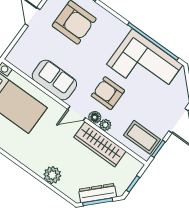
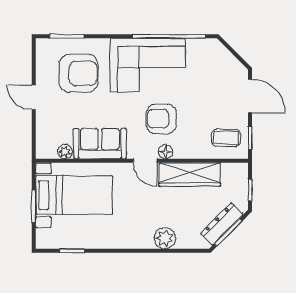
corner sofa: (145, 65) -> (148, 65), moved
door: (77, 113) -> (145, 161), hinge flipped
plant: (105, 125) -> (65, 152), moved
coffee table: (142, 137) -> (226, 138), width x0.73, depth x0.77

